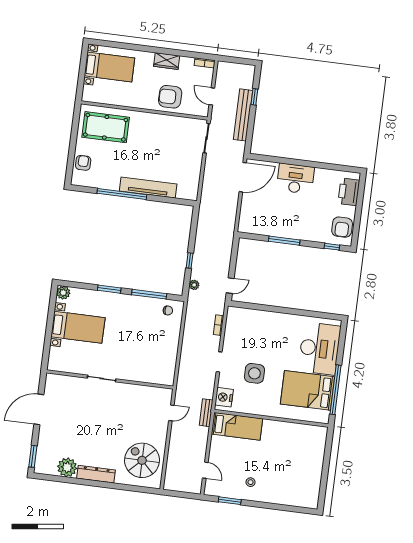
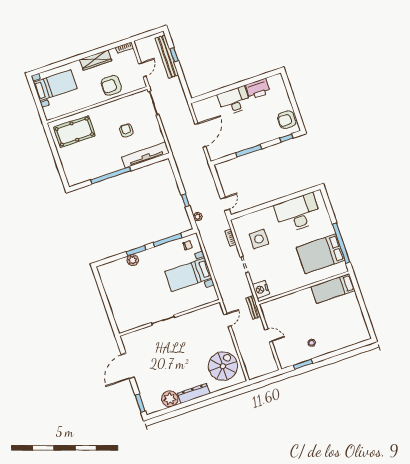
wardrobe: (167, 61) -> (96, 60), width x1.50
door: (212, 96) -> (142, 70), swing flipped
bench: (243, 115) -> (167, 57), moved
armchair: (83, 163) -> (126, 131), moved
door: (243, 177) -> (200, 135), moved
tv unit: (148, 187) -> (145, 155), moved
printer: (349, 192) -> (258, 89), moved, turned -90
armchair: (342, 227) -> (287, 120), turned 90
plant: (63, 293) -> (133, 260), moved
bed with nightstands: (78, 327) -> (188, 275), moved, turned 180
desk: (319, 349) -> (298, 213), moved, turned -90
side table: (254, 373) -> (259, 239), moved
bed: (237, 426) -> (333, 289), moved, turned 180
spiral stairs: (142, 460) -> (223, 366), turned 90
door: (205, 470) -> (268, 336), moved

